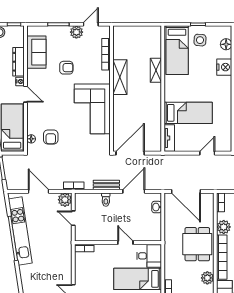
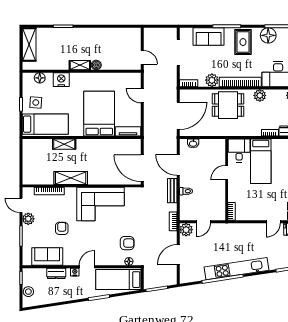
dresser: (18, 62) -> (56, 273), width x0.70
bed: (188, 113) -> (99, 114), width x1.50
kitchen unit: (20, 231) -> (237, 269), moved

